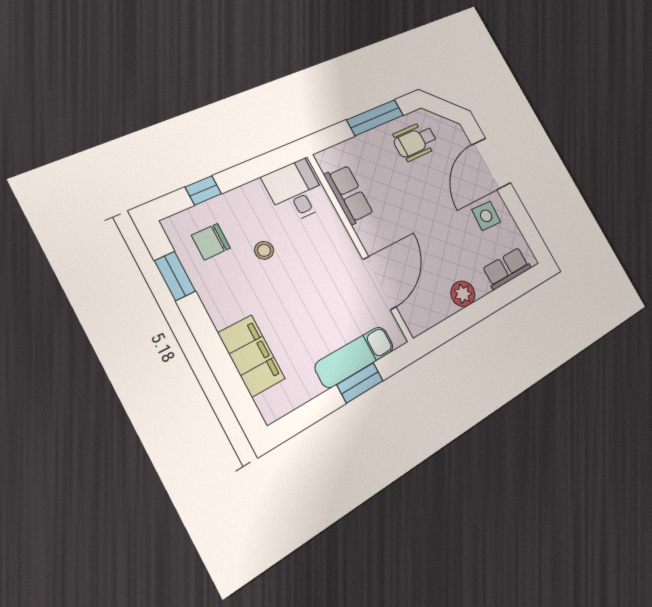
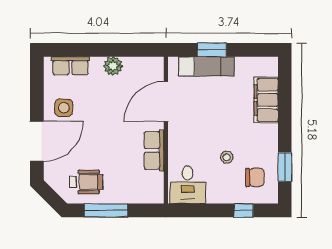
row of seats: (349, 194) -> (154, 150), moved

